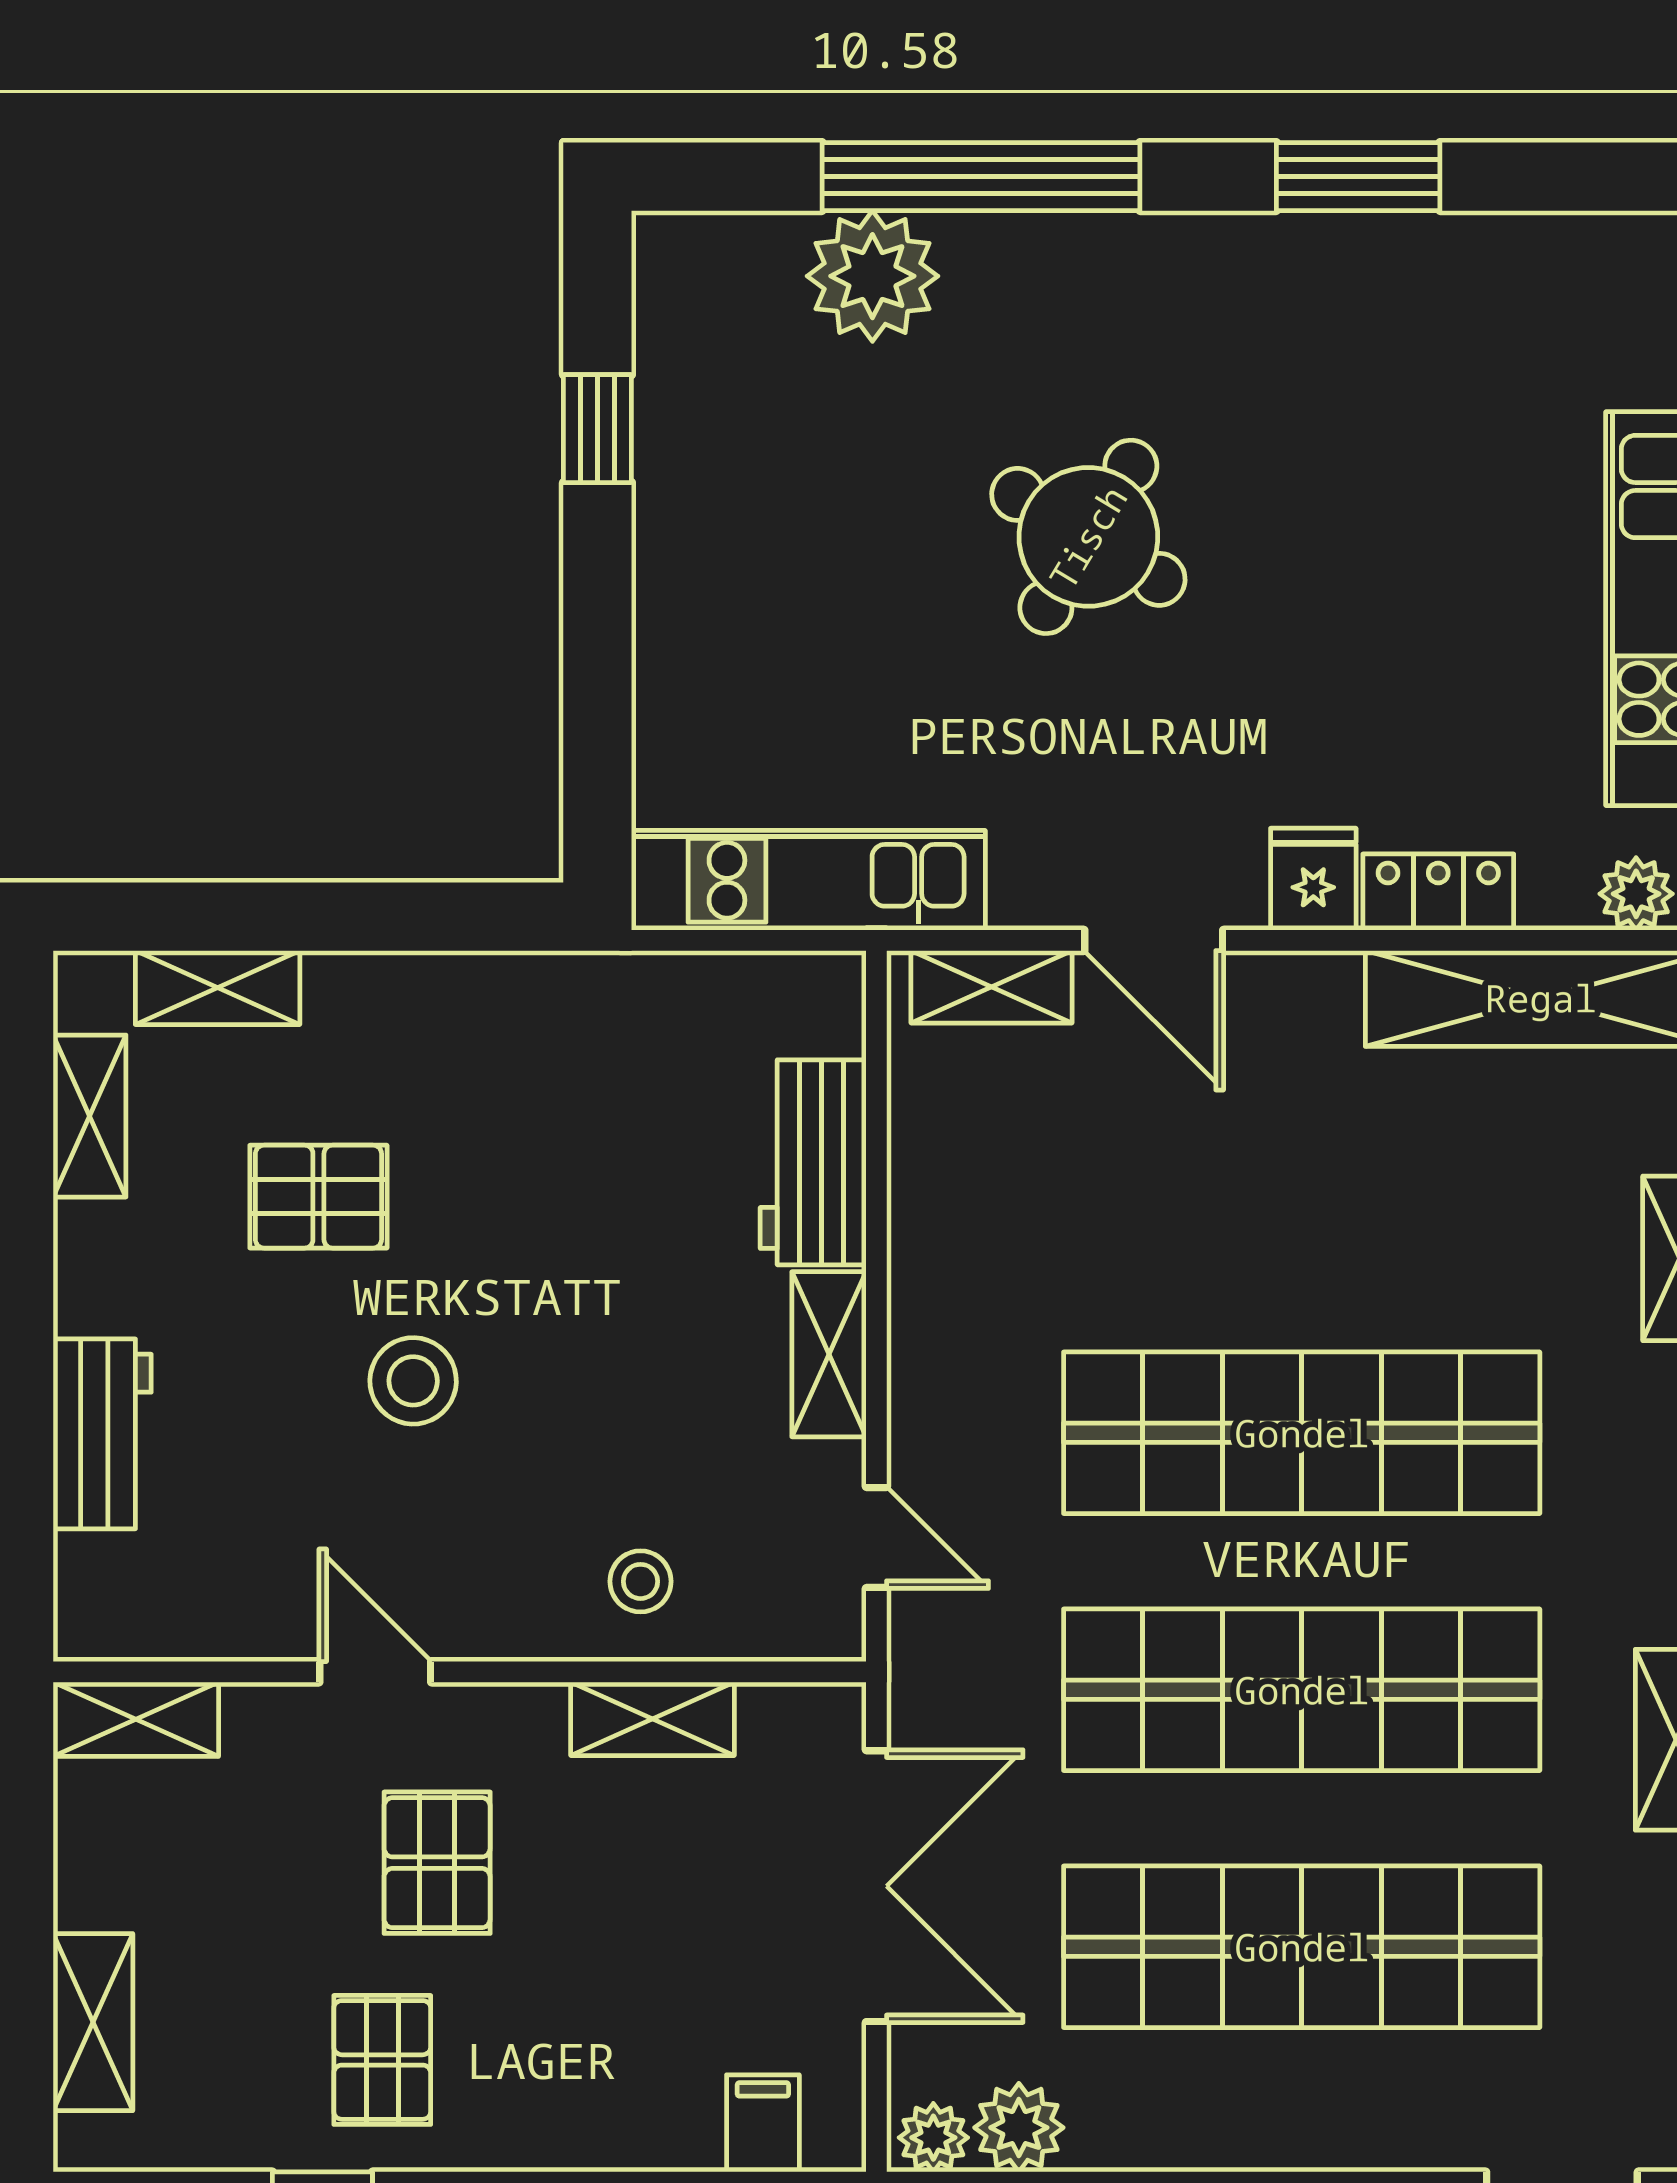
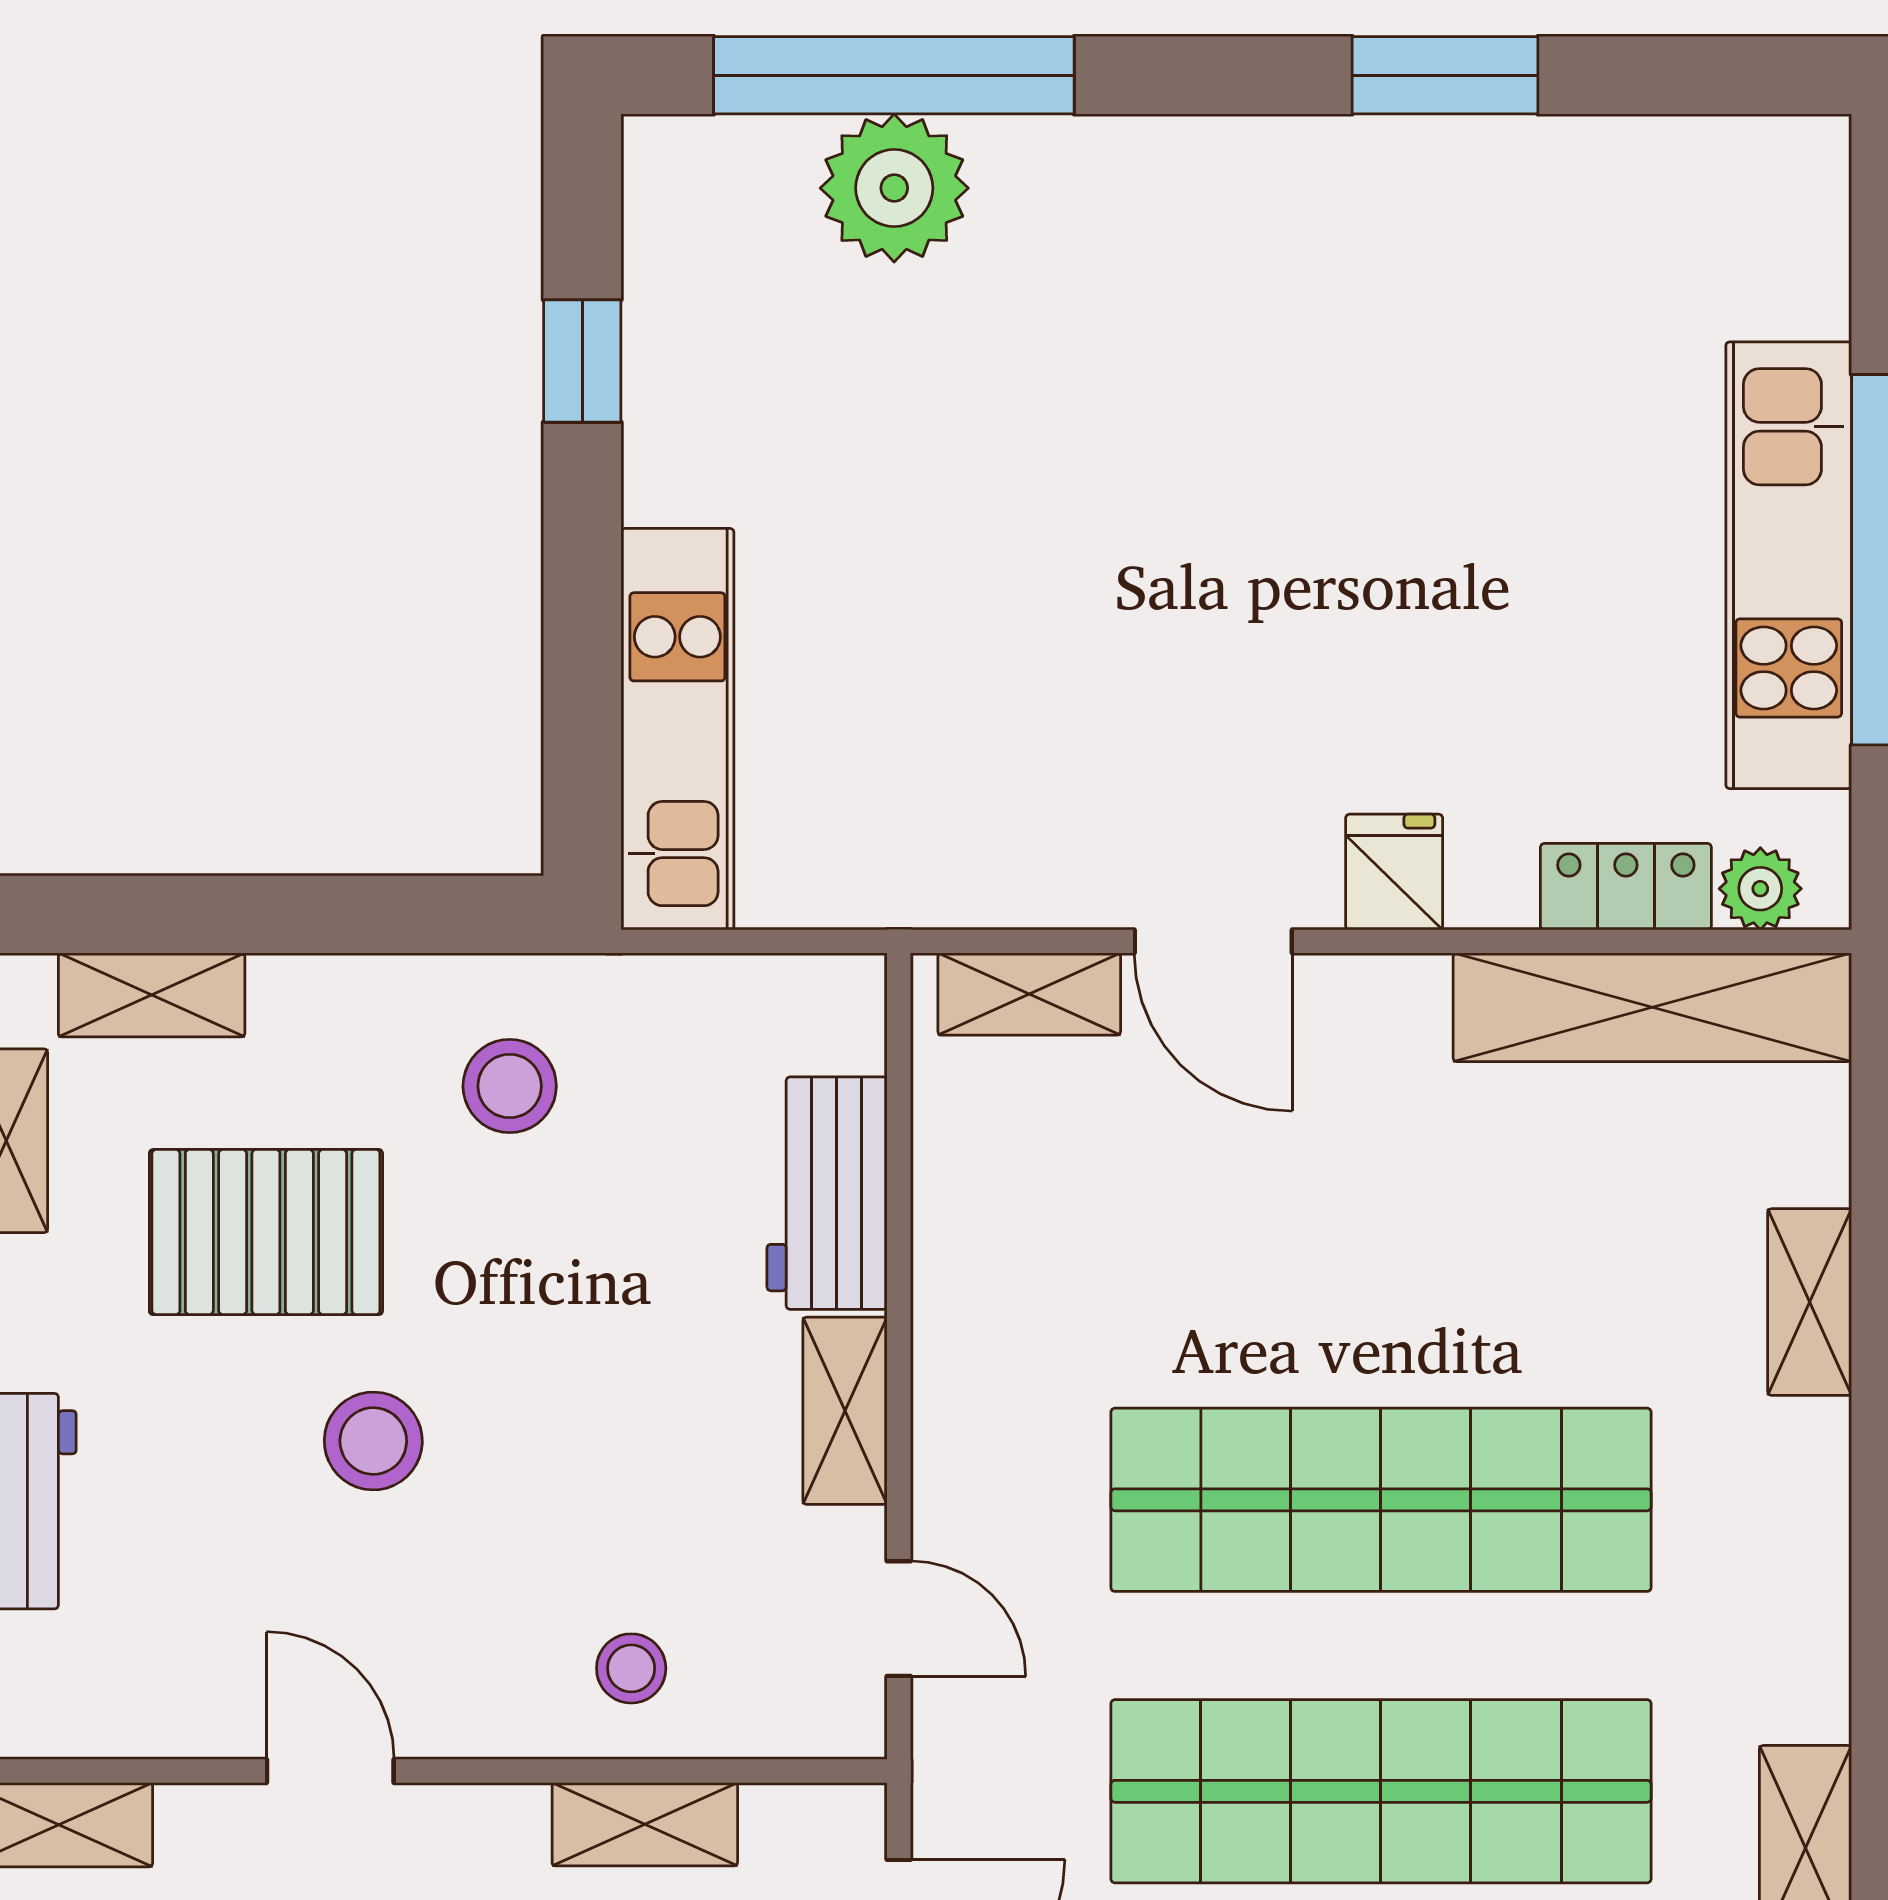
window: (981, 177) -> (894, 75), moved
round table: (1088, 537) -> (1139, 484), removed
kitchen unit: (808, 880) -> (677, 729), moved, turned 90
locker: (1438, 892) -> (1626, 887), moved
stool: (533, 1068) -> (510, 1086), added
pallet: (318, 1197) -> (266, 1232), width x1.50, depth x1.42

